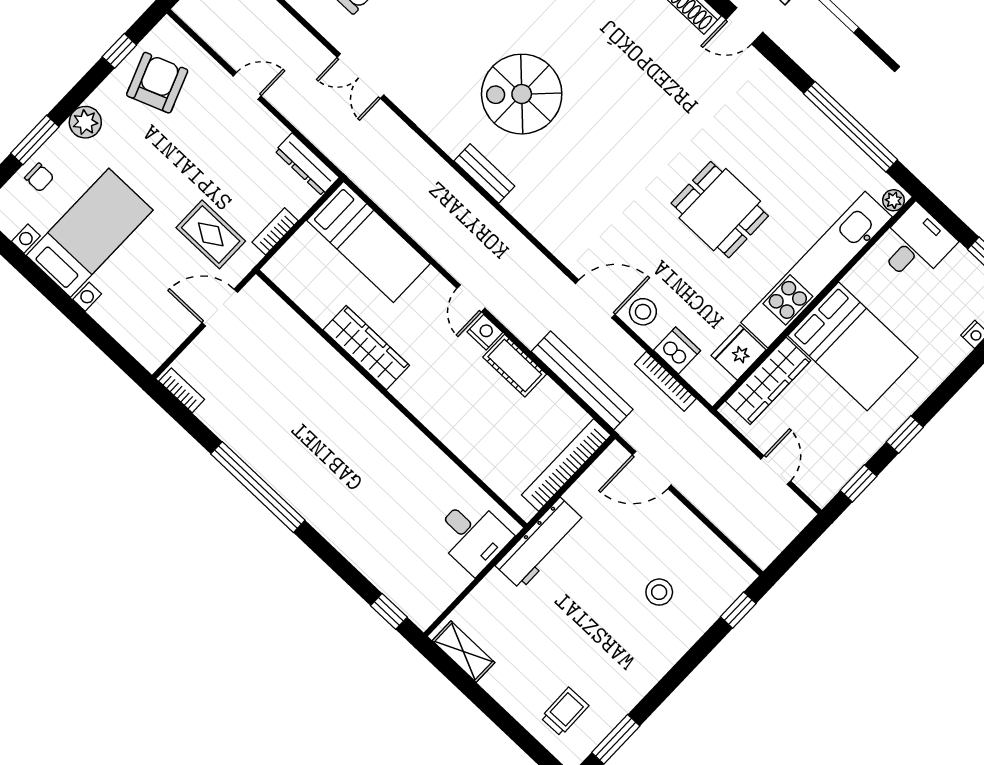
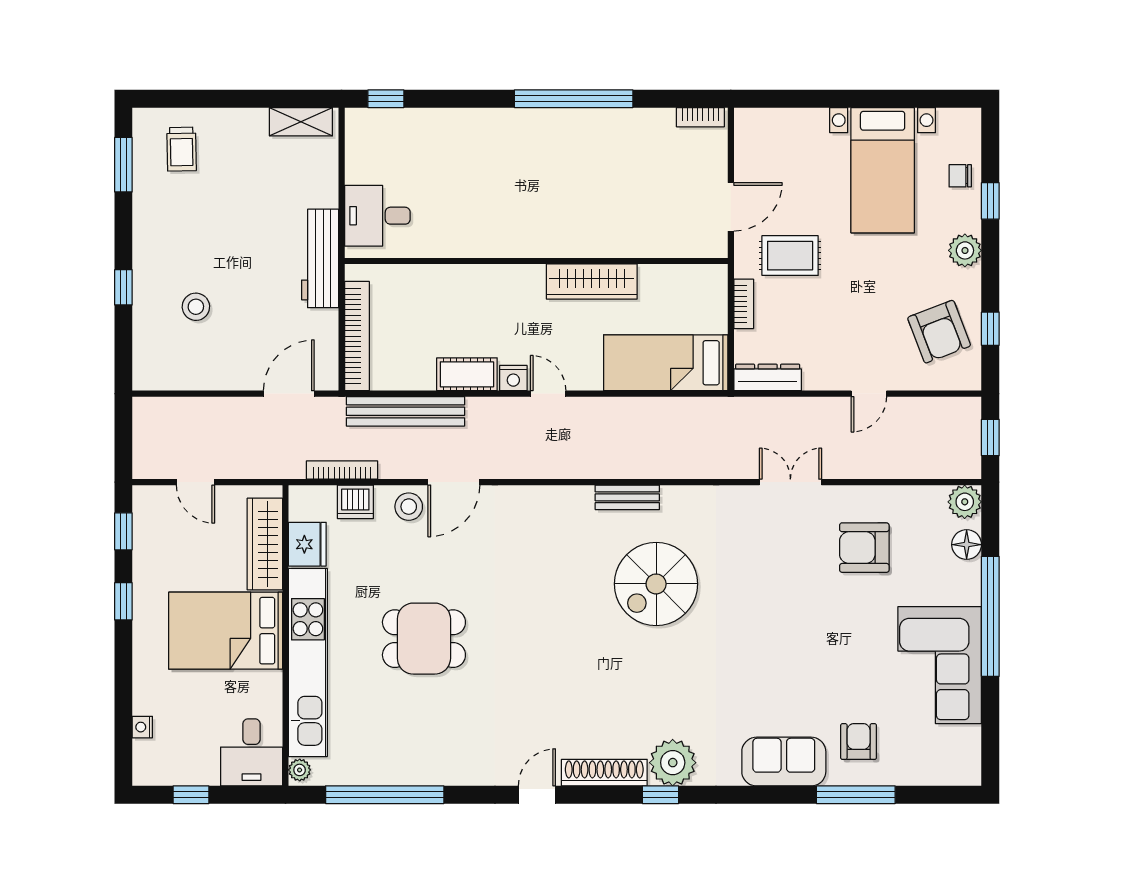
spiral stairs: (522, 94) -> (656, 584), turned 180
window: (35, 140) -> (990, 201), width x0.67
window: (738, 610) -> (123, 287), moved

